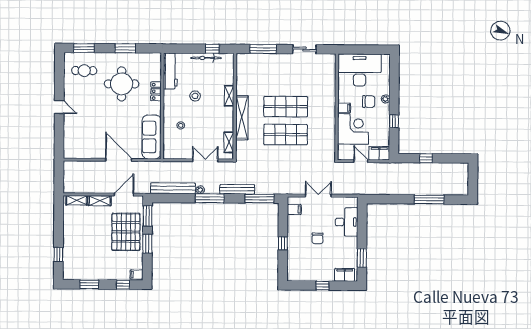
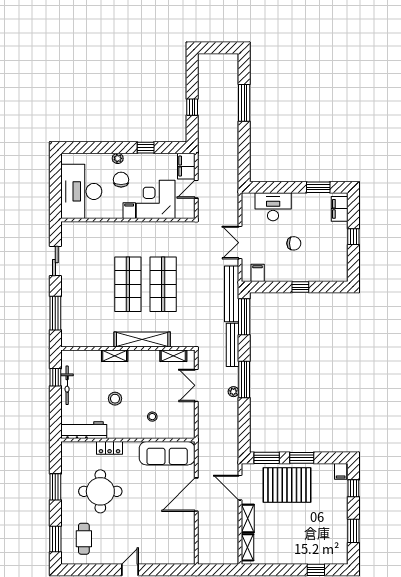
bench: (173, 188) -> (232, 294), moved

